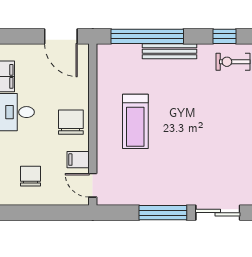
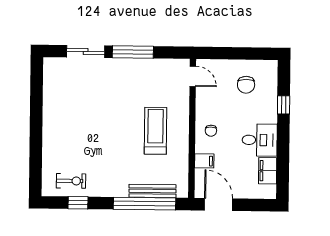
bench: (169, 51) -> (153, 191), moved
chair: (71, 122) -> (211, 131), width x0.54, depth x0.54
filing cabinet: (78, 160) -> (204, 161), moved

